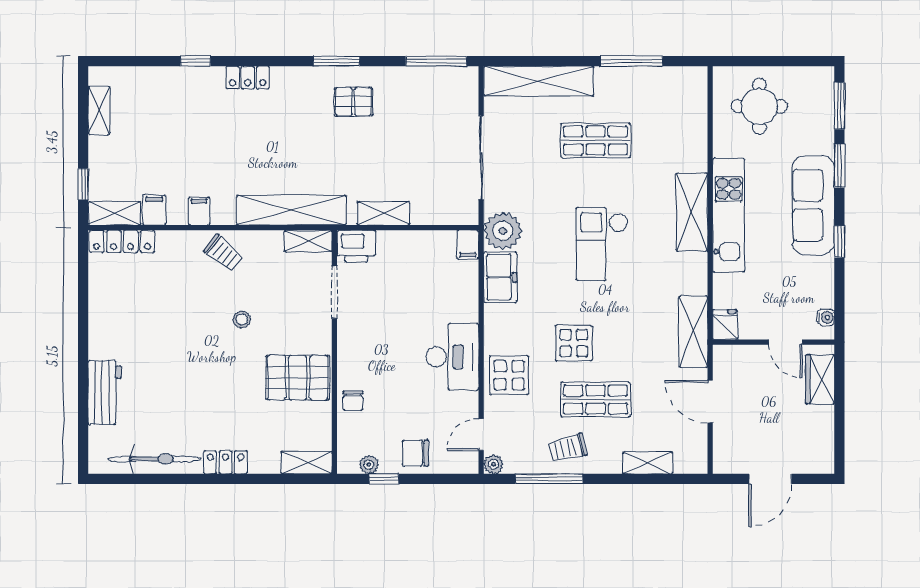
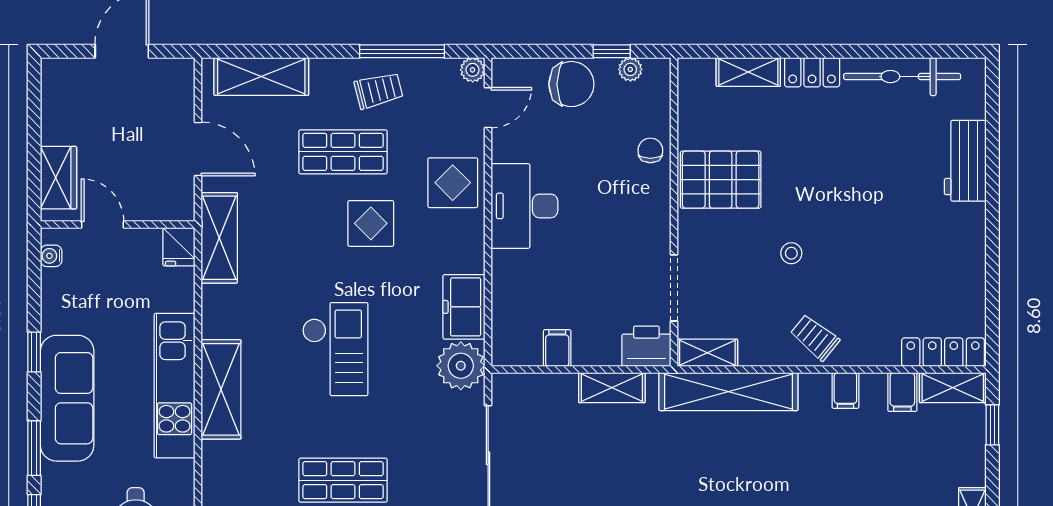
filing cabinet: (468, 245) -> (557, 348), moved
chair: (415, 453) -> (571, 84), width x1.37, depth x1.37
shelving: (307, 463) -> (748, 72), moved
shelving: (648, 463) -> (261, 76), width x1.50, depth x1.33

